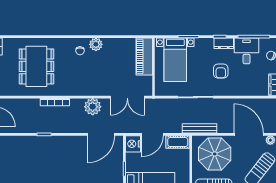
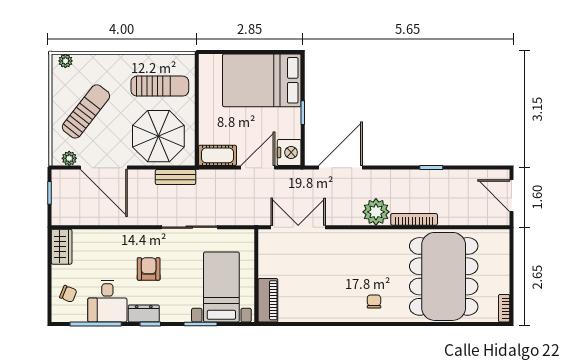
plant: (96, 44) -> (349, 312), removed
piano: (144, 56) -> (268, 300), width x0.73, depth x0.75
dining table: (36, 66) -> (444, 276), width x1.36, depth x1.24
plant: (93, 107) -> (376, 212), moved
bench: (199, 128) -> (175, 177), width x0.73

